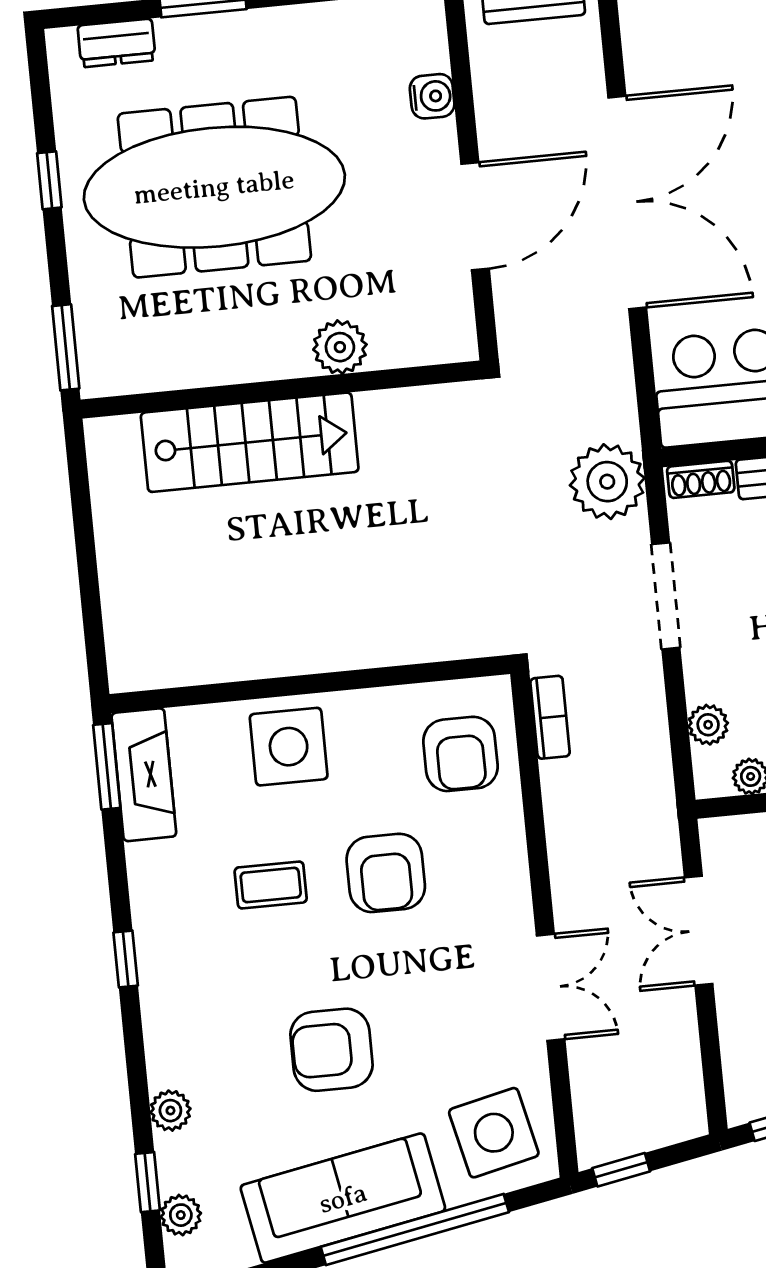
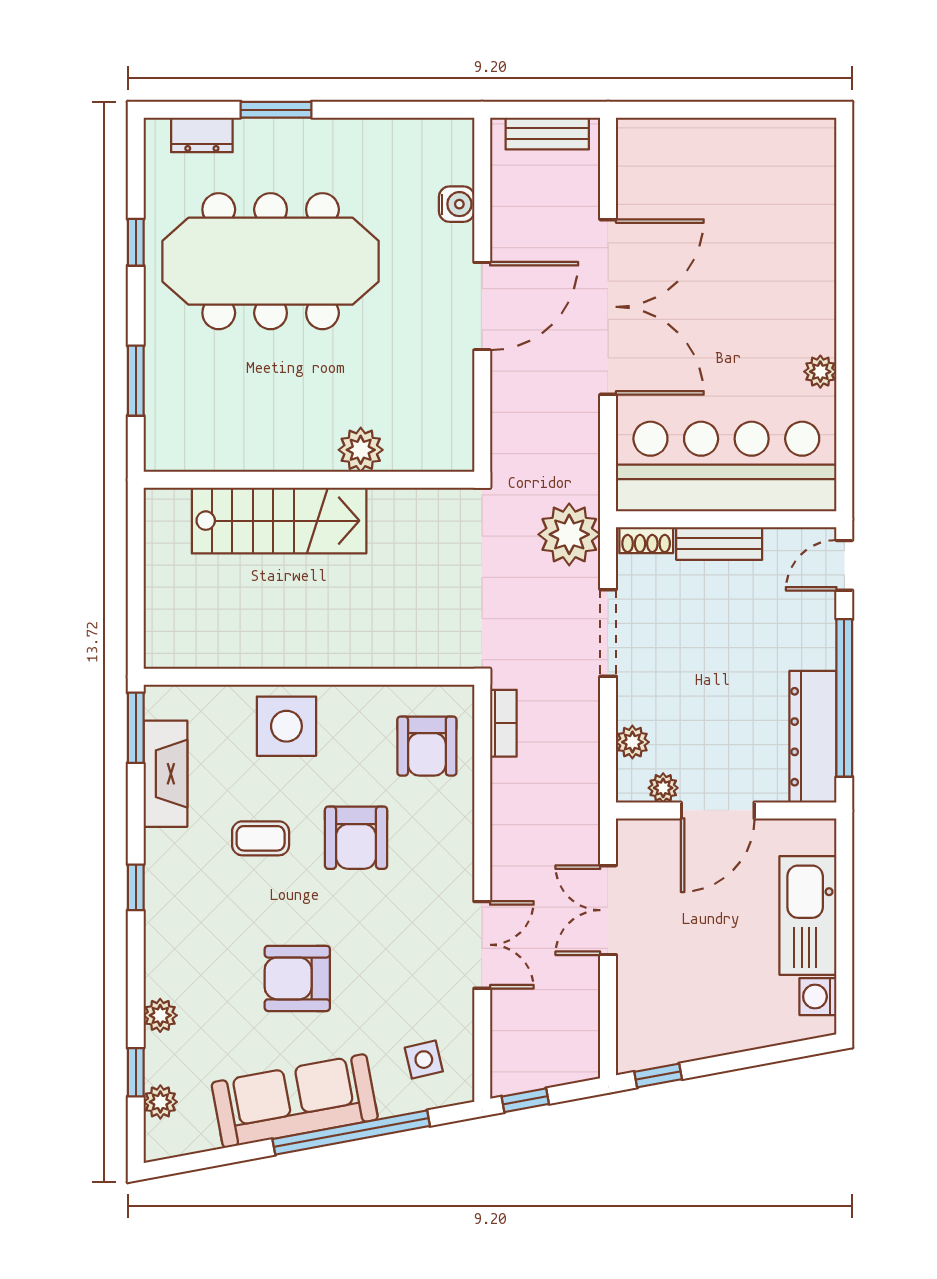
plant: (340, 347) -> (361, 450), moved
wall: (281, 389) -> (309, 480), moved
stairs: (250, 442) -> (279, 521), moved
fireplace: (144, 775) -> (165, 774), moved
side table: (494, 1133) -> (424, 1060), width x0.54, depth x0.54

